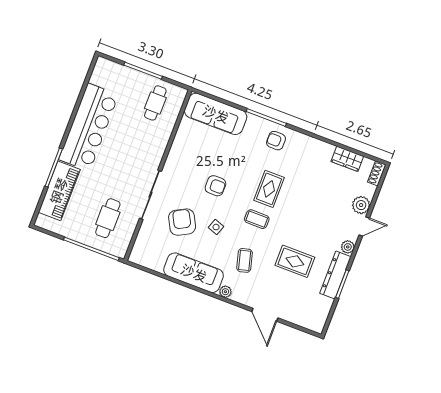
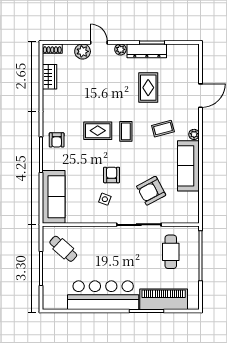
cafe table: (155, 103) -> (63, 249), turned 42
cafe table: (108, 218) -> (171, 252), turned 90
side table: (216, 227) -> (105, 199), moved

